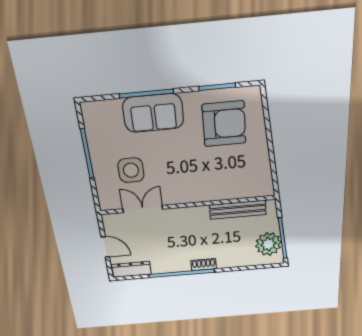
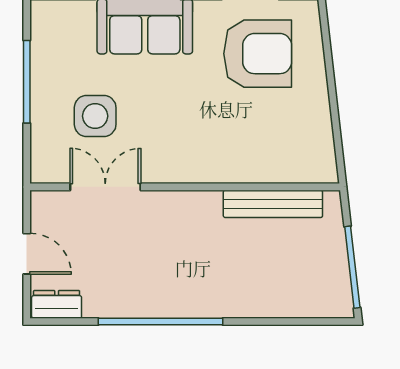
plant: (268, 244) -> (326, 276), removed
shoe rack: (204, 265) -> (204, 307), removed
dresser: (131, 269) -> (57, 304), width x0.70

